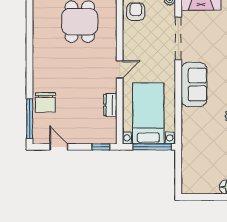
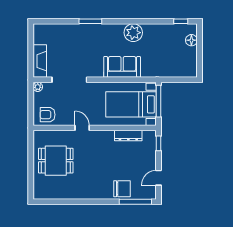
door: (120, 69) -> (82, 128), moved
sofa: (194, 84) -> (122, 67), moved
dresser: (110, 105) -> (128, 136), width x1.44

